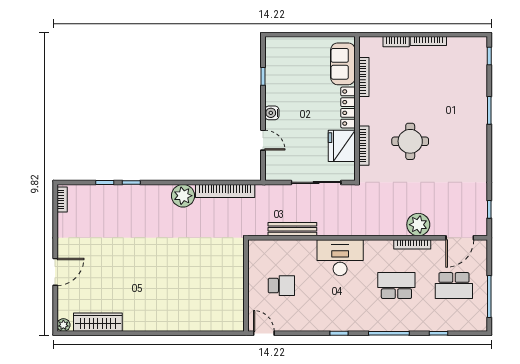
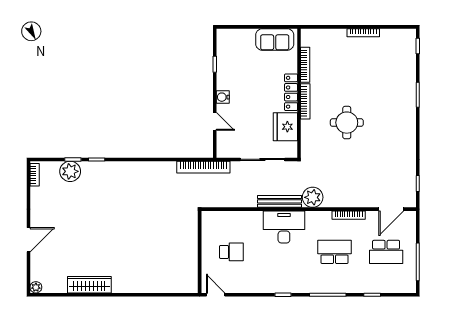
bookcase: (396, 42) -> (334, 33), removed
sofa: (343, 64) -> (275, 39), moved, turned -90
bookcase: (364, 146) -> (305, 101), moved
bookcase: (225, 191) -> (203, 167), moved
plant: (183, 196) -> (70, 171), moved
plant: (418, 225) -> (313, 197), moved
bench: (292, 229) -> (279, 201), moved
wardrobe: (98, 322) -> (89, 285), moved

